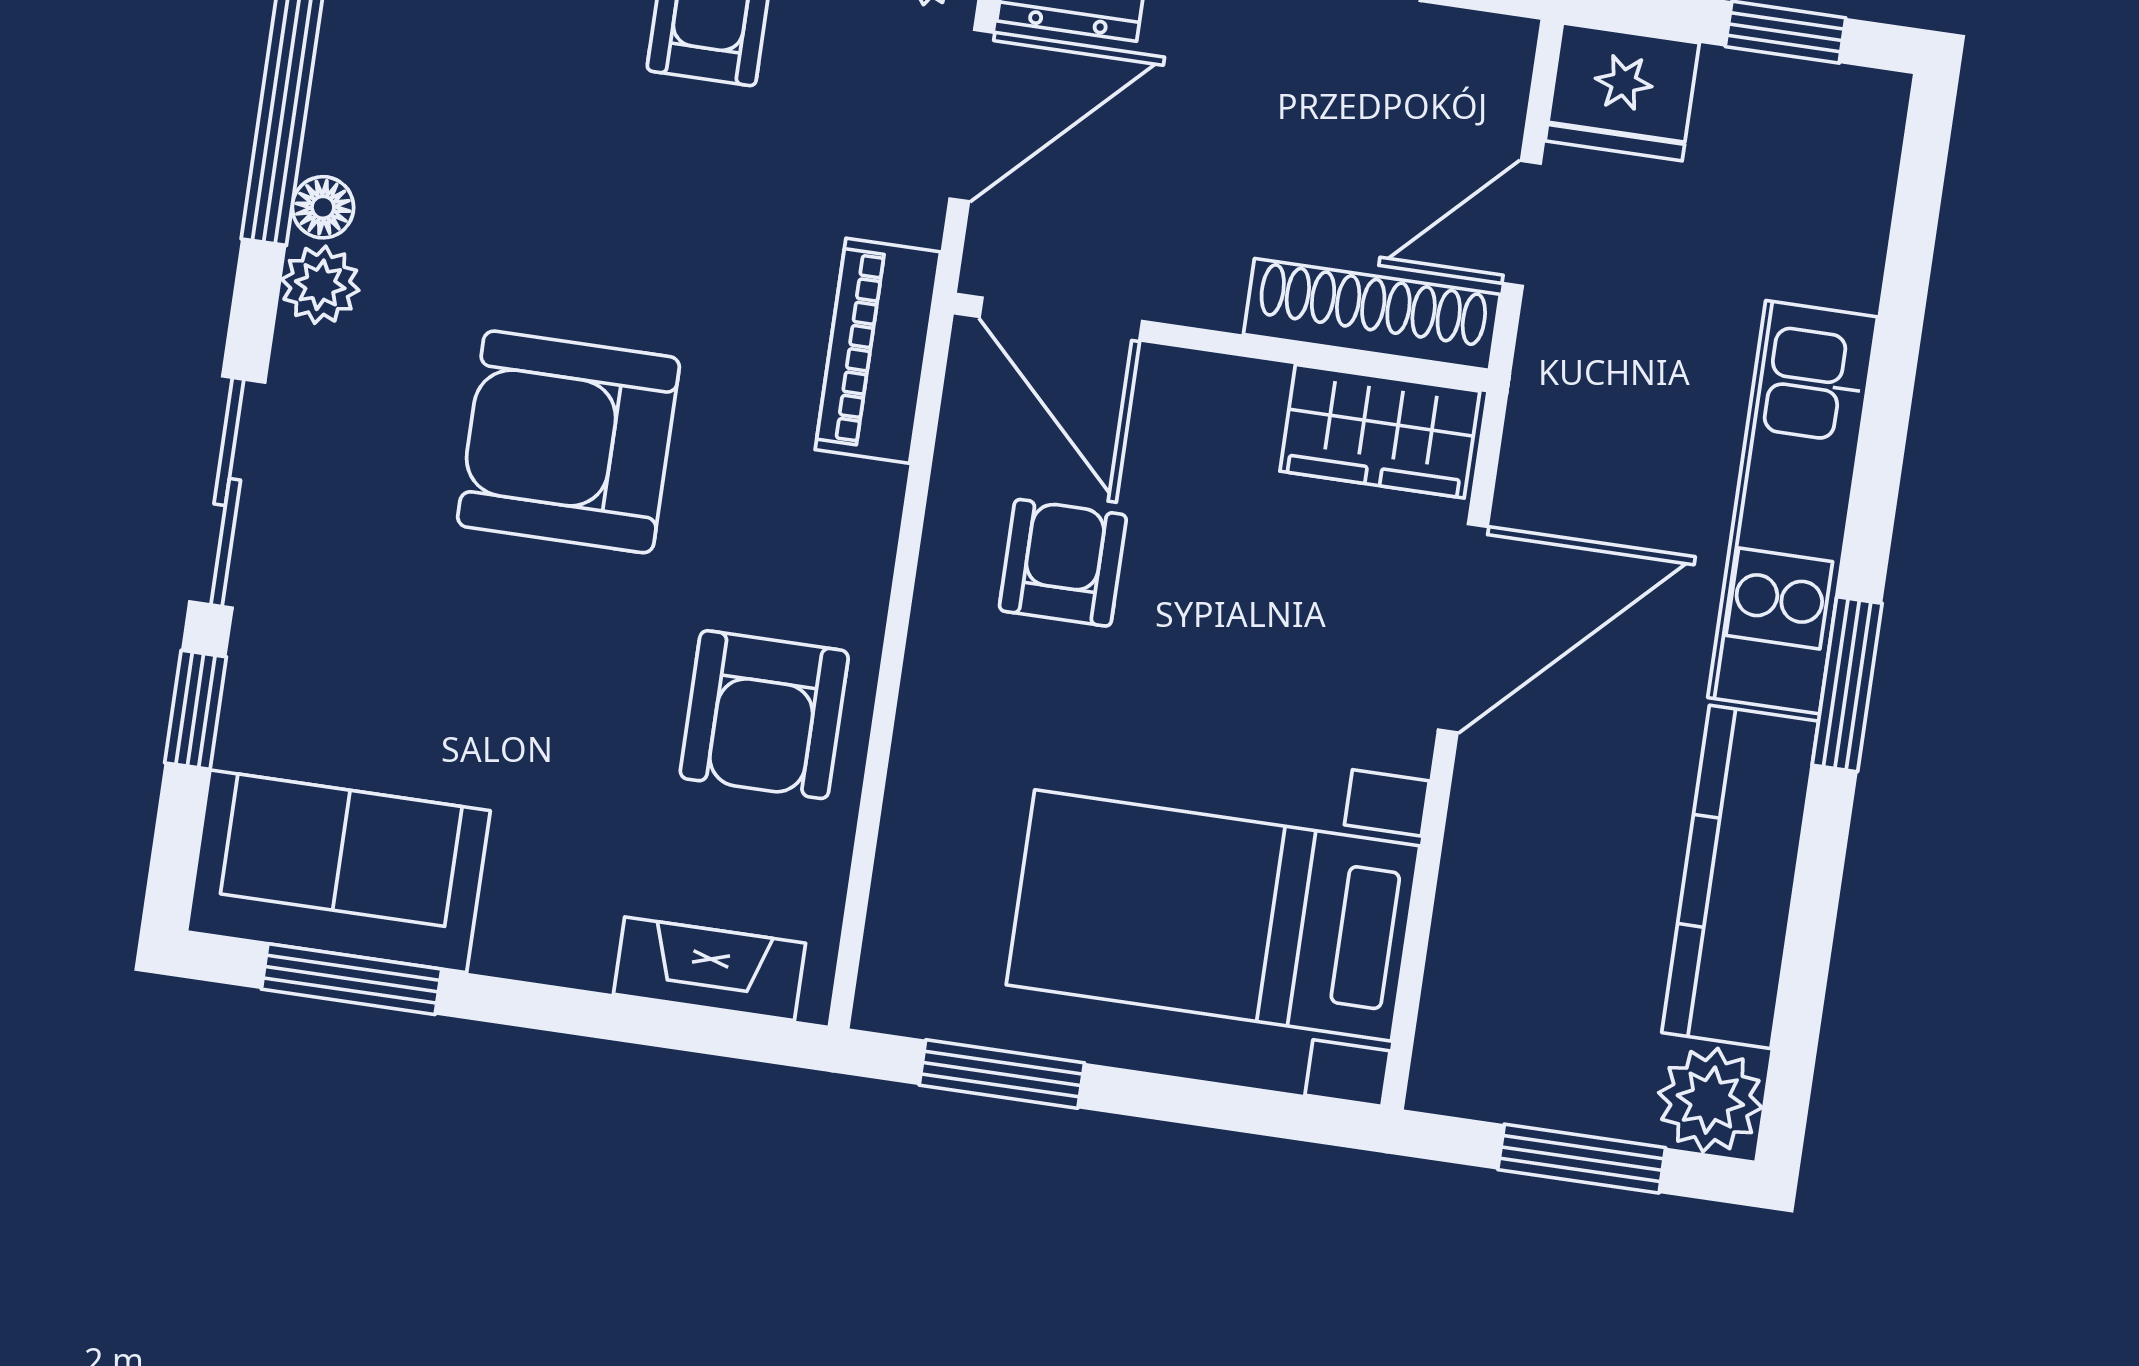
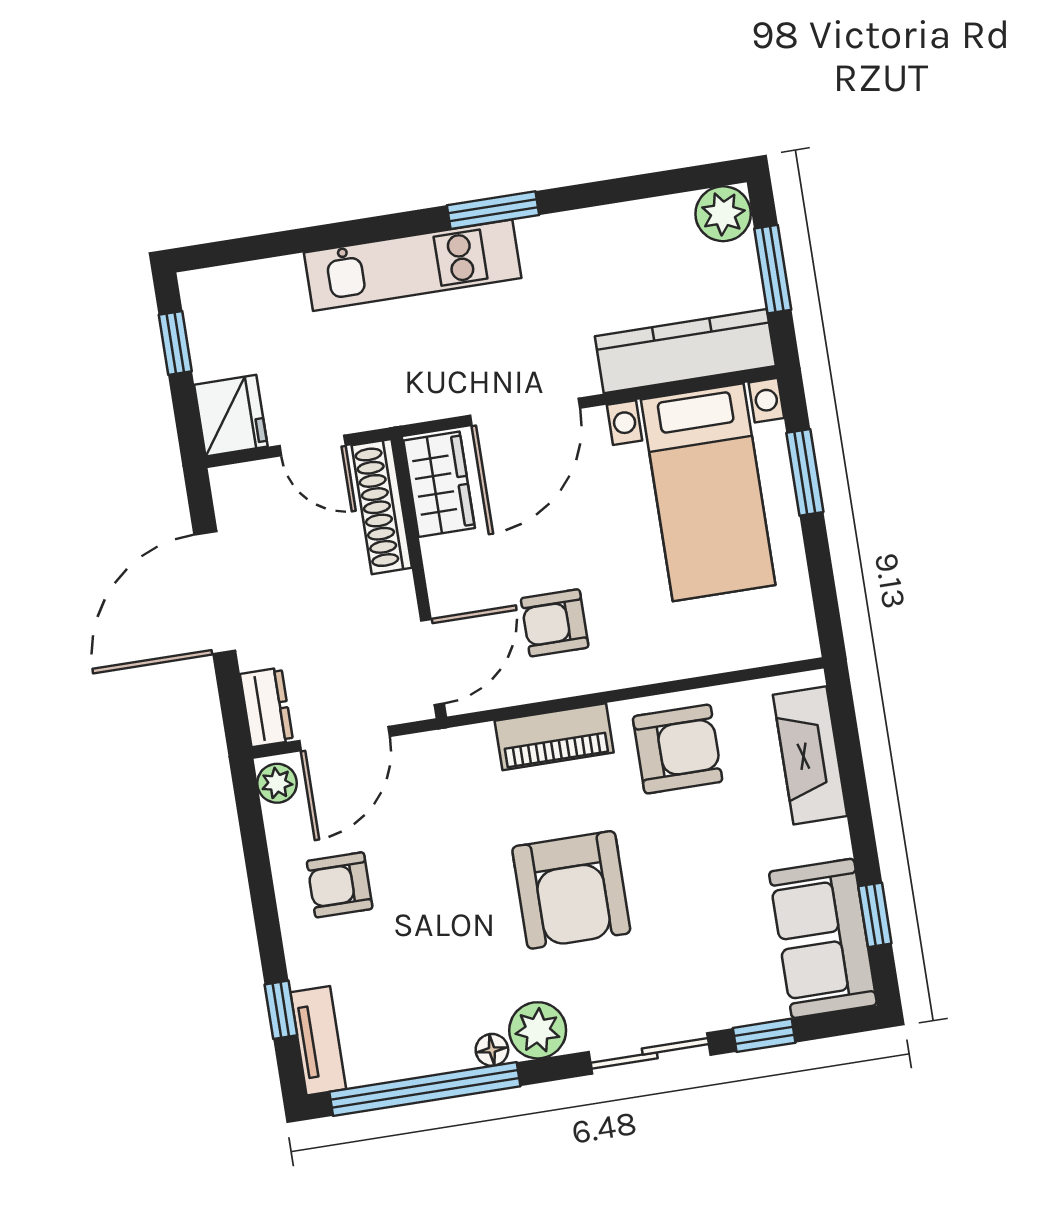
door: (972, 116) -> (344, 739), swing flipped
plant: (320, 285) -> (538, 1030), width x1.38, depth x1.38
piano: (878, 351) -> (554, 737), moved
door: (1463, 628) -> (525, 412), swing flipped
kitchen counter: (1740, 877) -> (685, 351), moved, turned 180
fireplace: (710, 969) -> (810, 755), width x1.37, depth x1.32
window: (352, 979) -> (875, 915), width x0.67
window: (1002, 1074) -> (805, 472), moved

